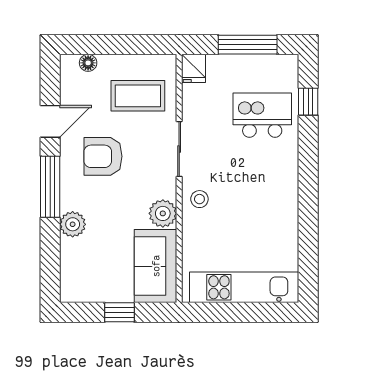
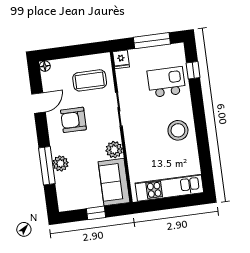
floor lamp: (88, 63) -> (45, 66), moved
window: (50, 187) -> (47, 166), moved
stool: (199, 199) -> (178, 130), moved, width x1.89, depth x1.89

